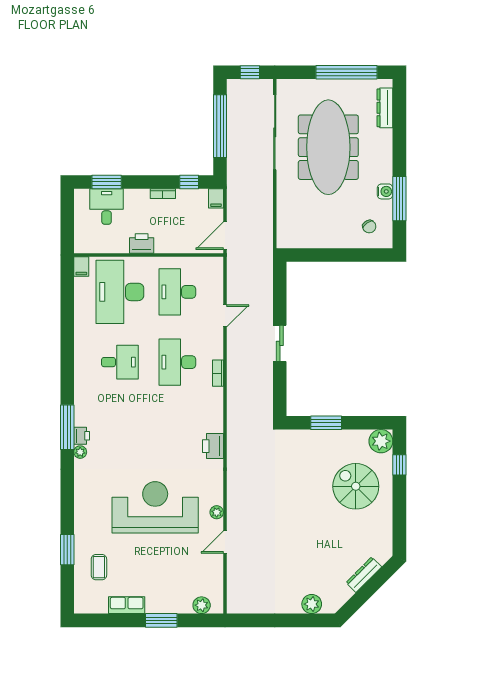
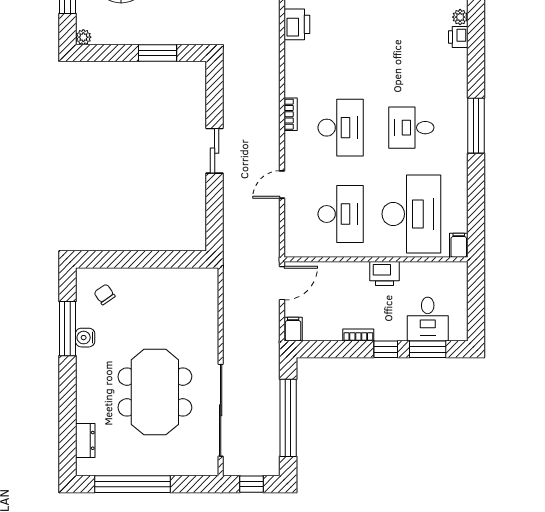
dresser: (385, 108) -> (85, 440), width x0.70
meeting table: (328, 147) -> (155, 392), width x0.73
window: (189, 182) -> (386, 349), moved
window: (67, 427) -> (476, 126), moved
plant: (381, 441) -> (83, 37), width x0.53, depth x0.53

